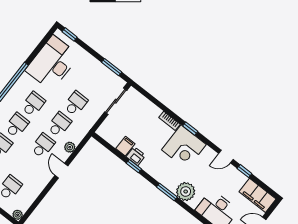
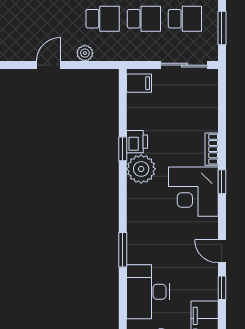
school desk: (43, 146) -> (185, 19), moved
filing cabinet: (125, 146) -> (139, 83), moved
window: (167, 192) -> (123, 250), moved
plant: (186, 192) -> (141, 169), moved

